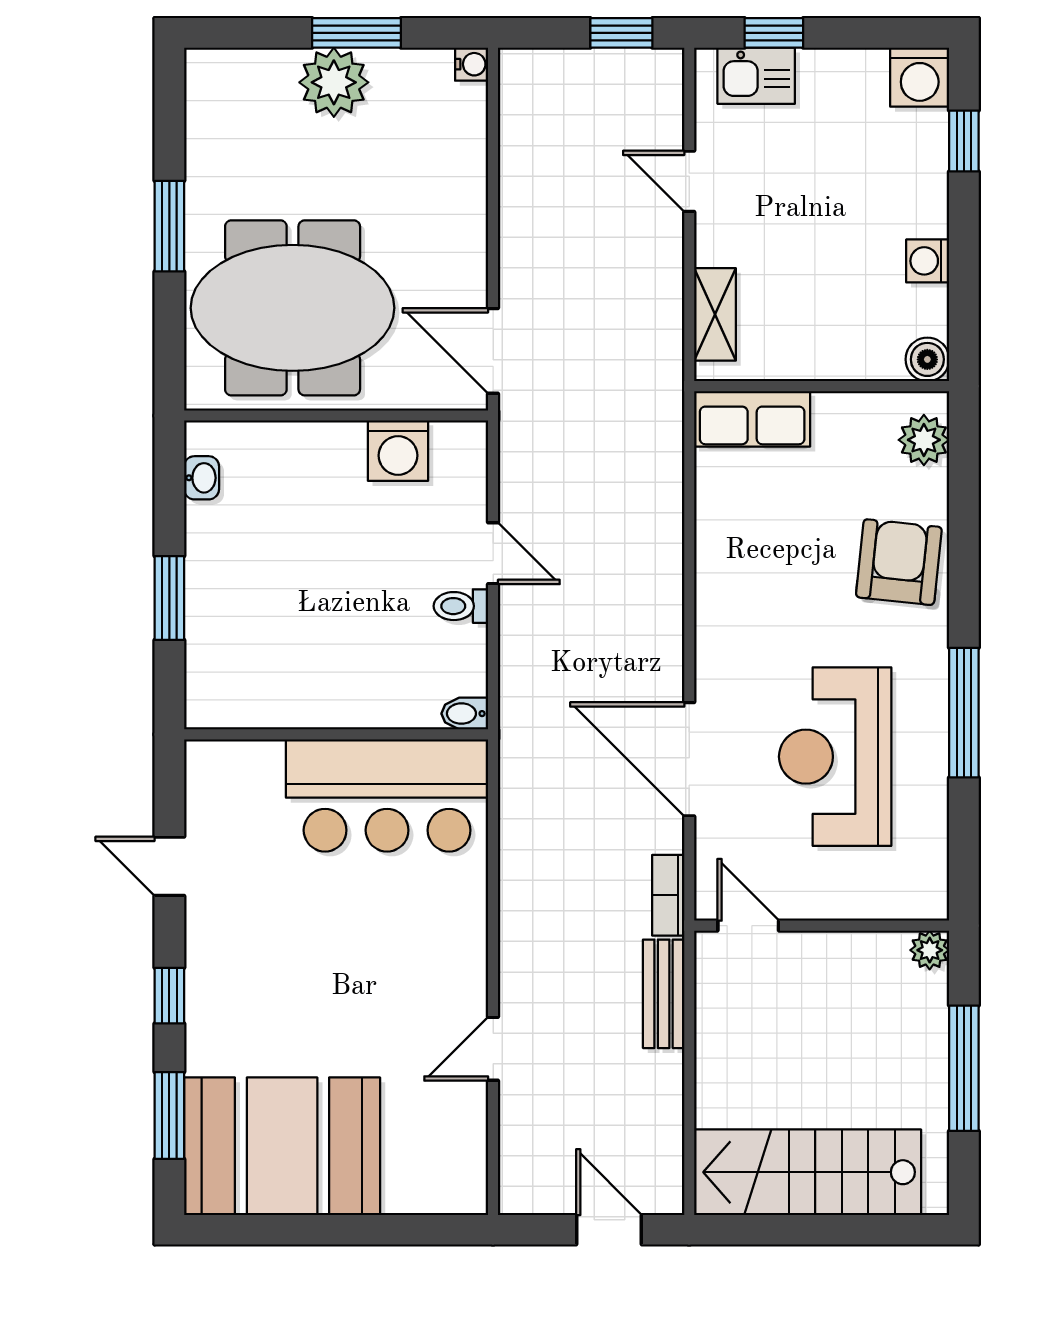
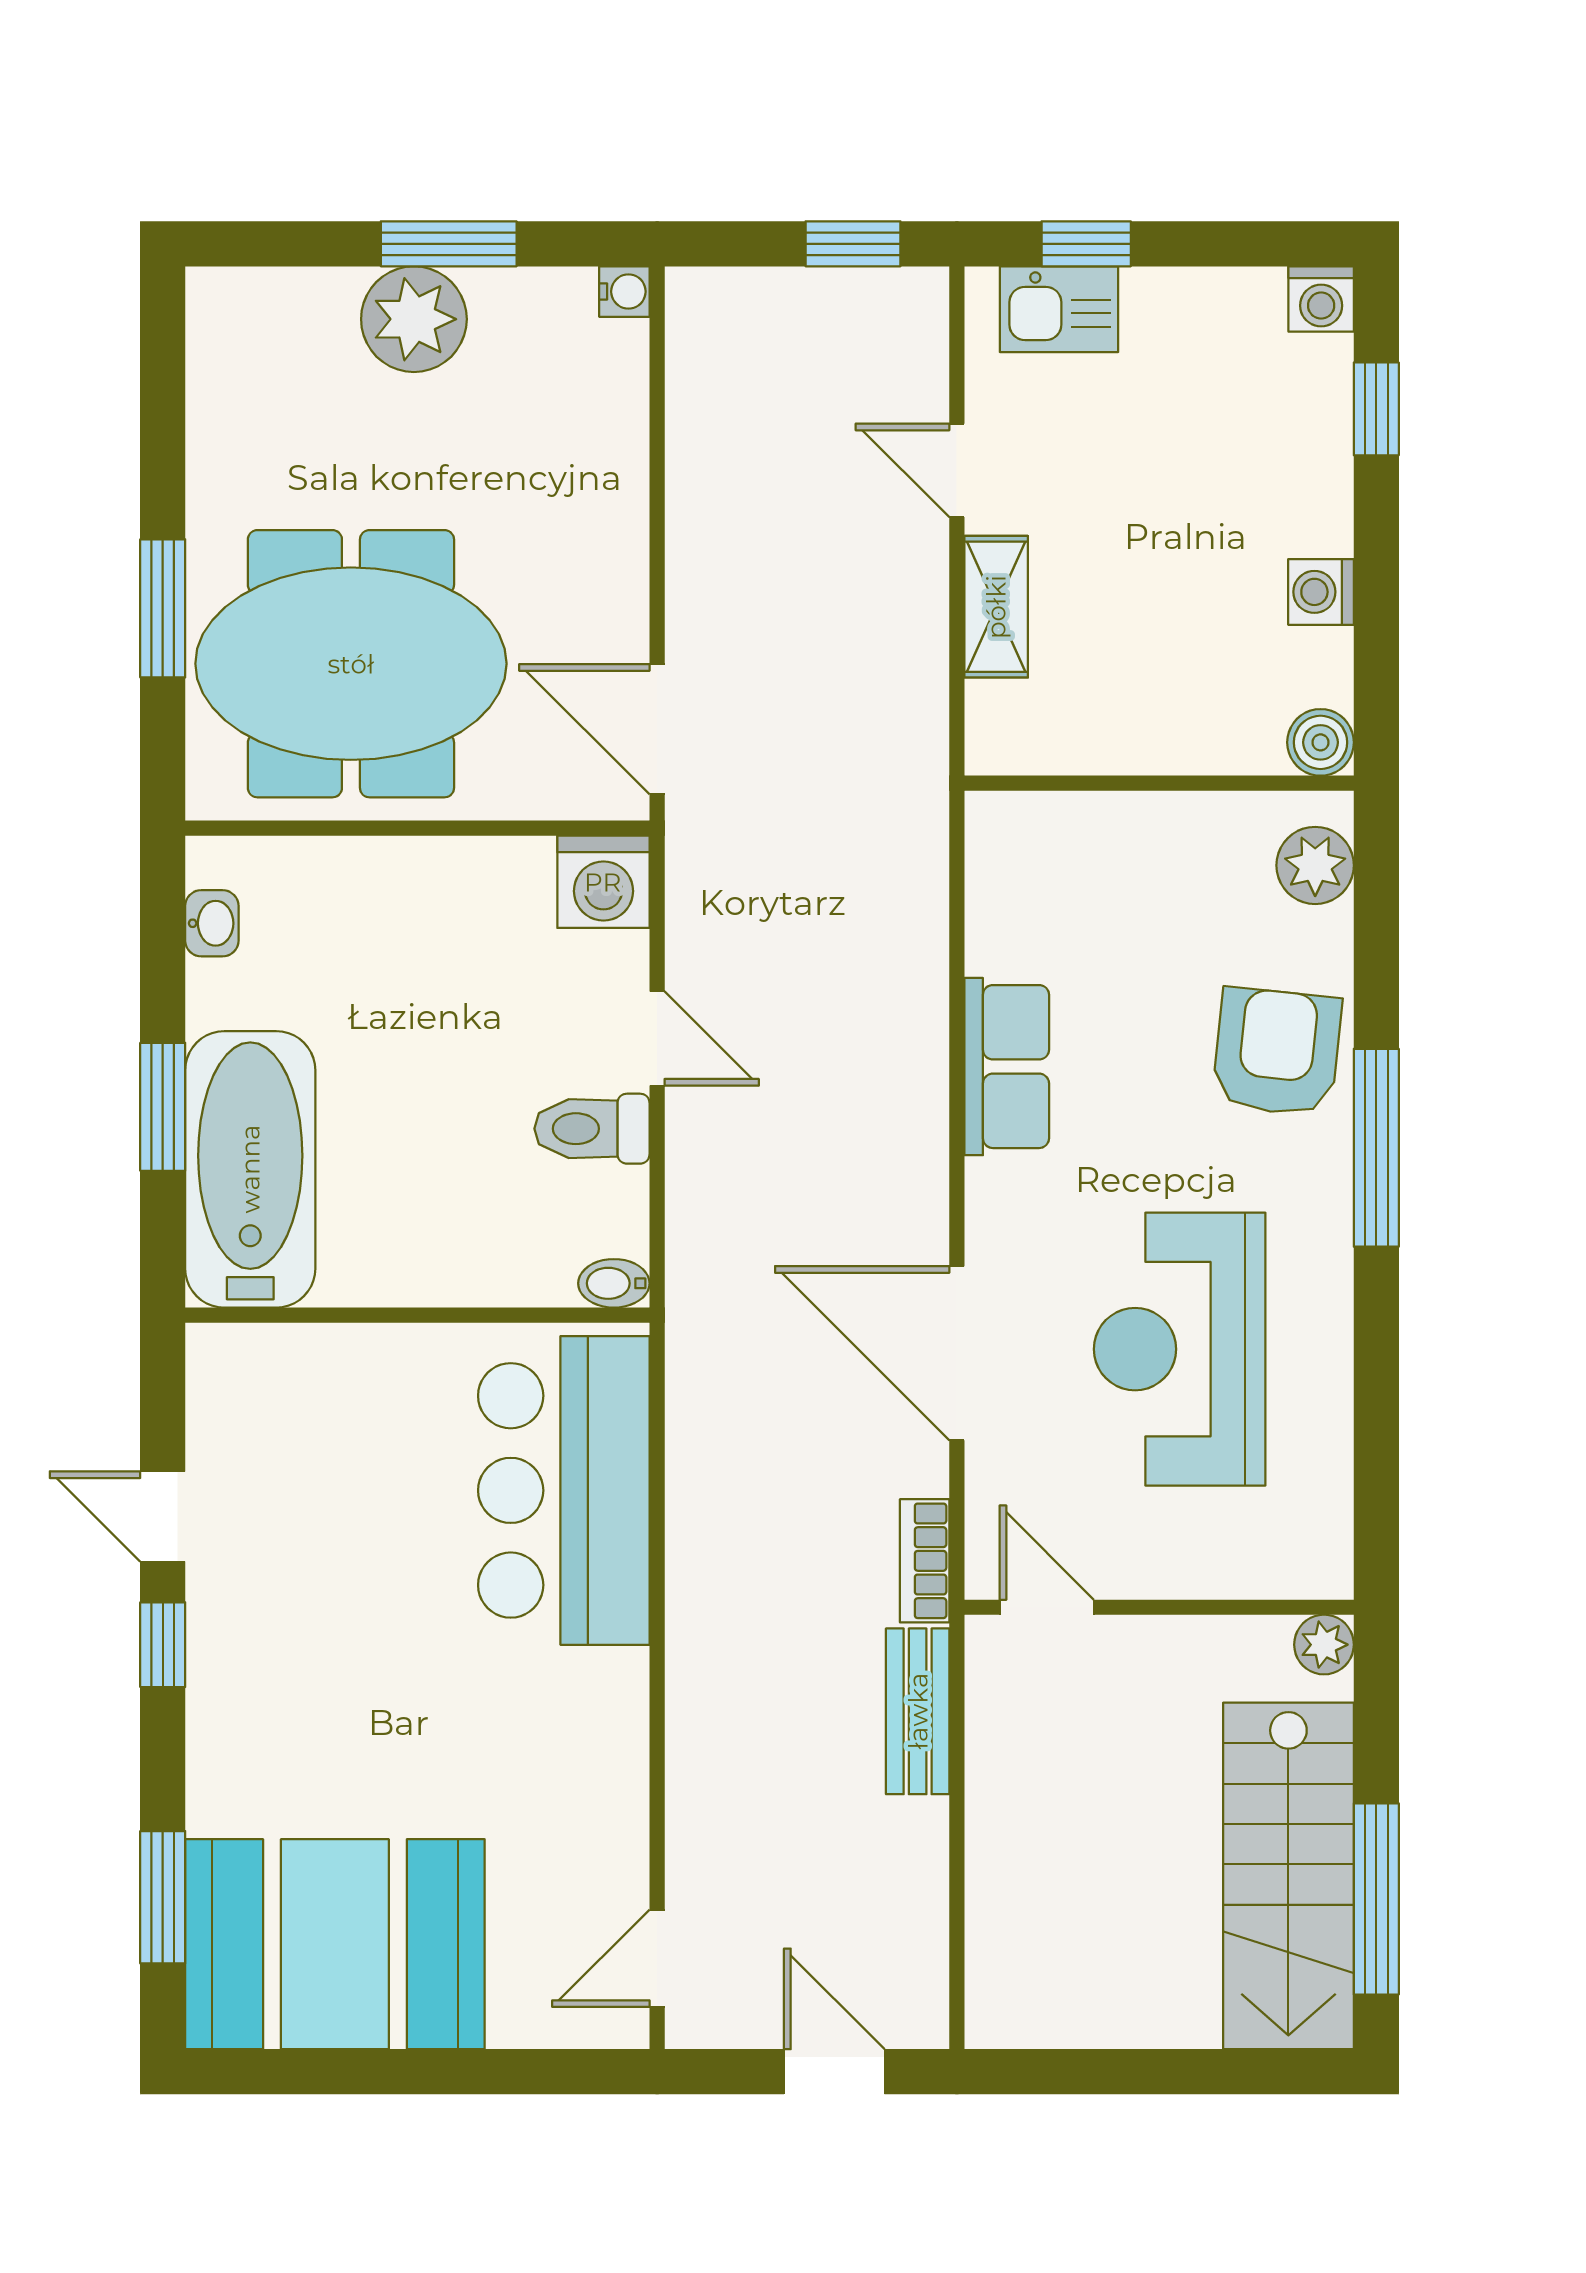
washing machine: (920, 77) -> (1321, 299), width x0.73, depth x0.73
window: (169, 226) -> (163, 608), moved
shelving: (715, 314) -> (996, 607), moved
row of seats: (752, 419) -> (1007, 1067), moved, turned -90
washing machine: (398, 451) -> (603, 882), moved
toilet: (461, 606) -> (592, 1129), width x1.37, depth x1.39
bathtub: (227, 639) -> (250, 1169), added
window: (964, 713) -> (1376, 1148), moved
bar counter: (387, 795) -> (564, 1490), moved, turned 90
window: (169, 996) -> (163, 1645), moved
door: (493, 1049) -> (657, 1958), moved
window: (964, 1068) -> (1376, 1899), moved
stairs: (808, 1172) -> (1288, 1876), moved, turned -90

